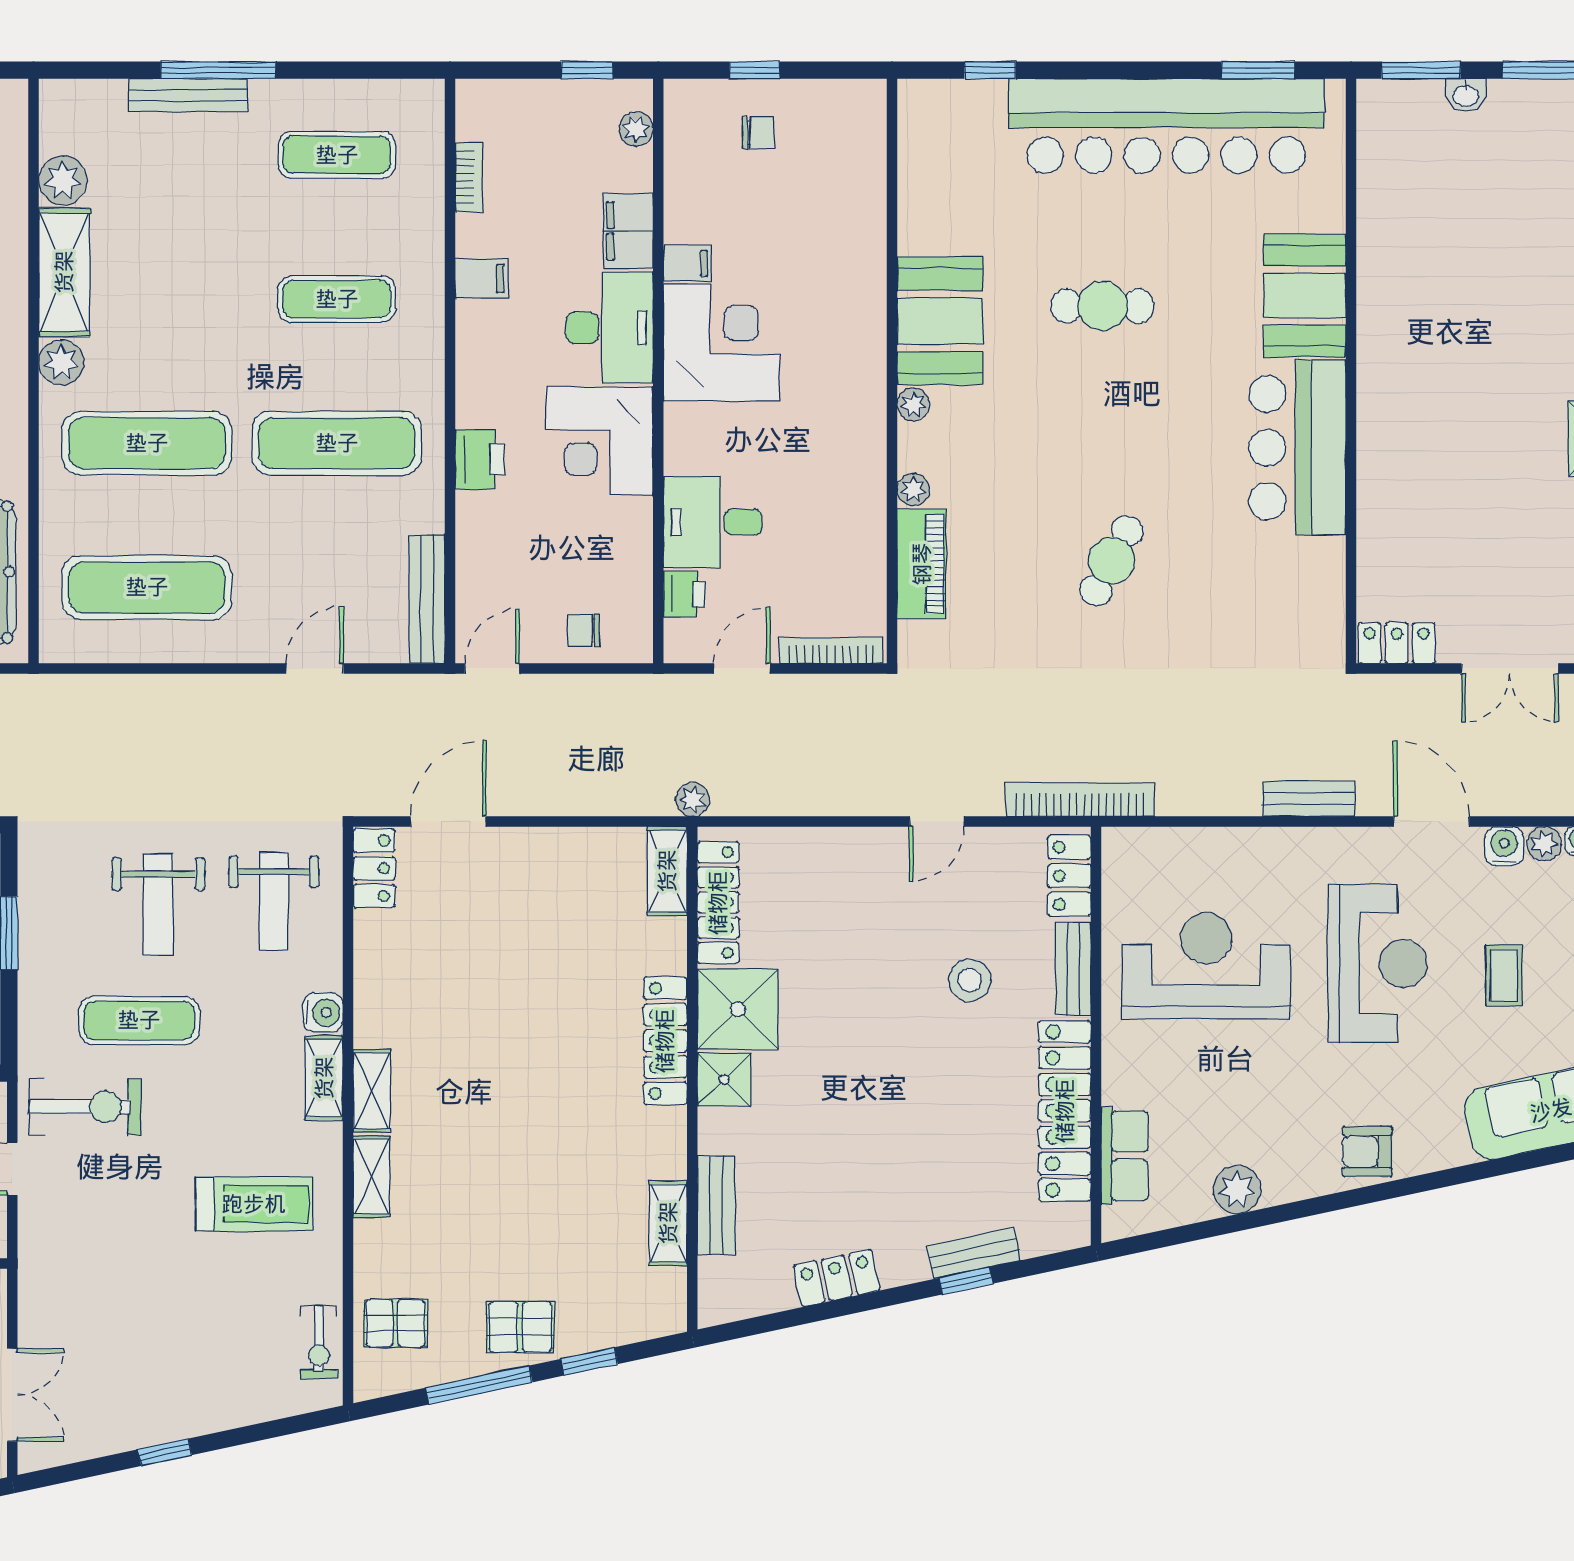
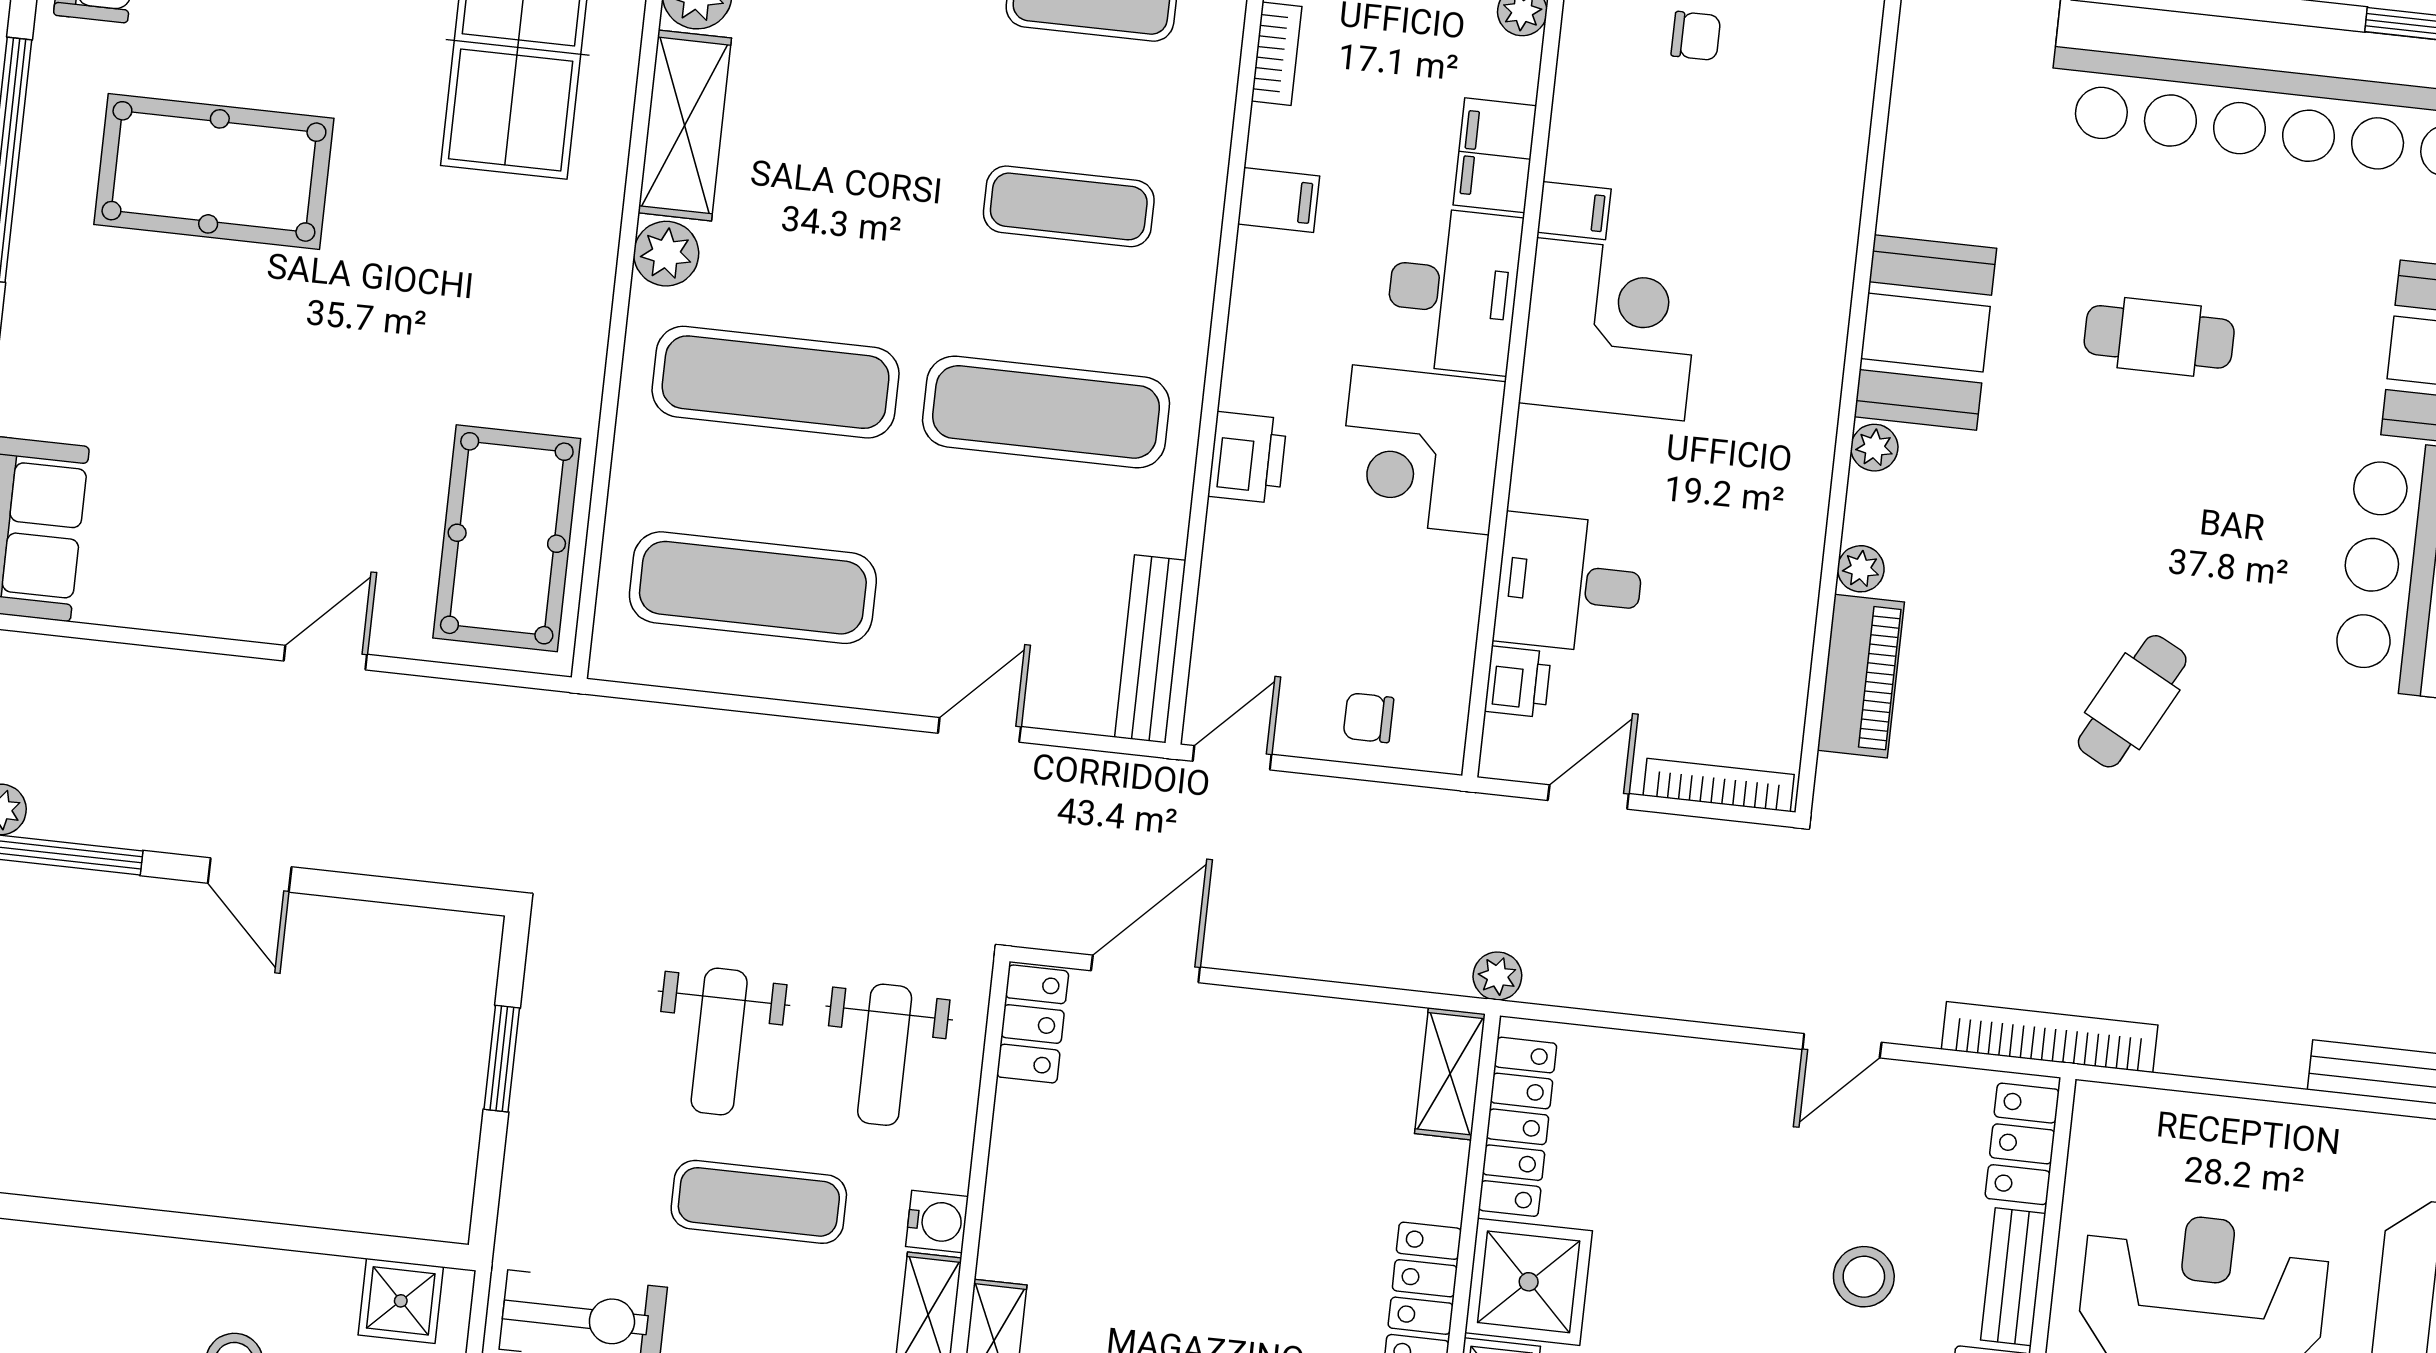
exercise mat: (139, 1020) -> (759, 1202), moved

